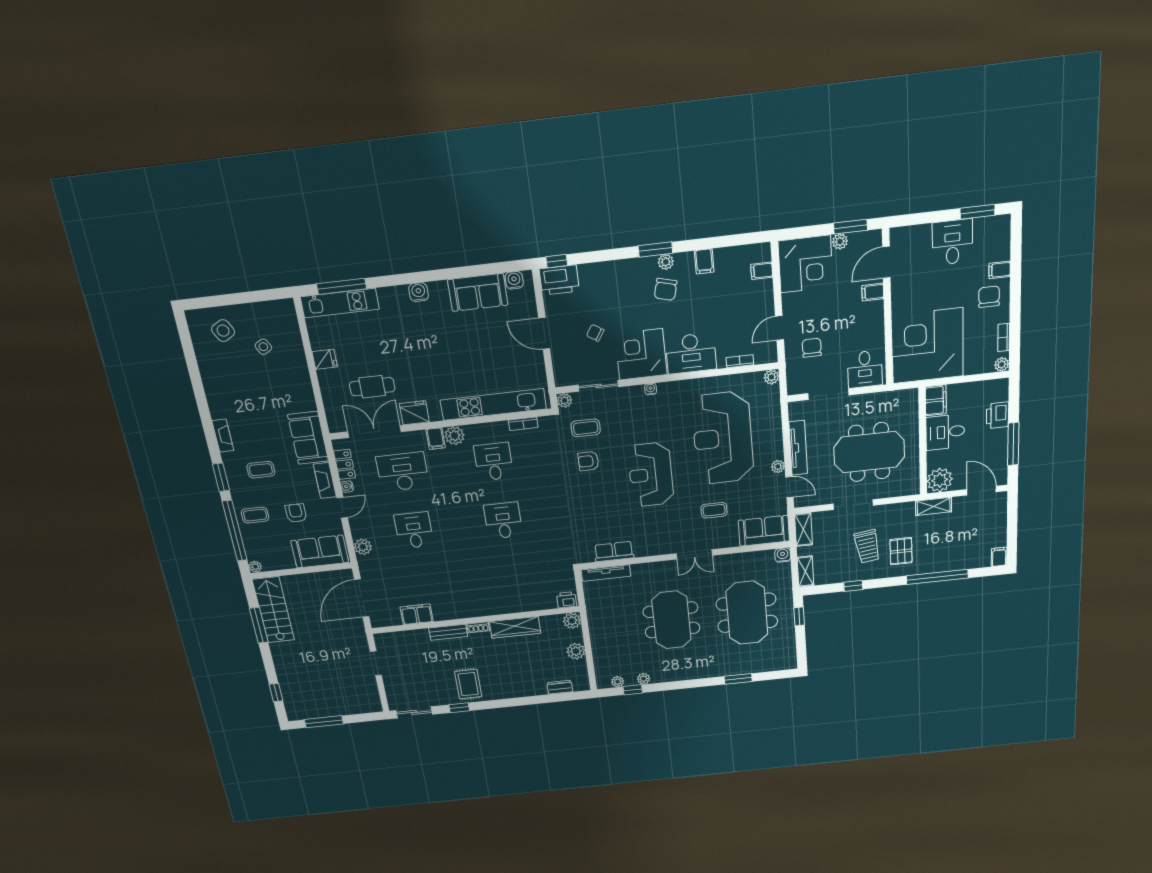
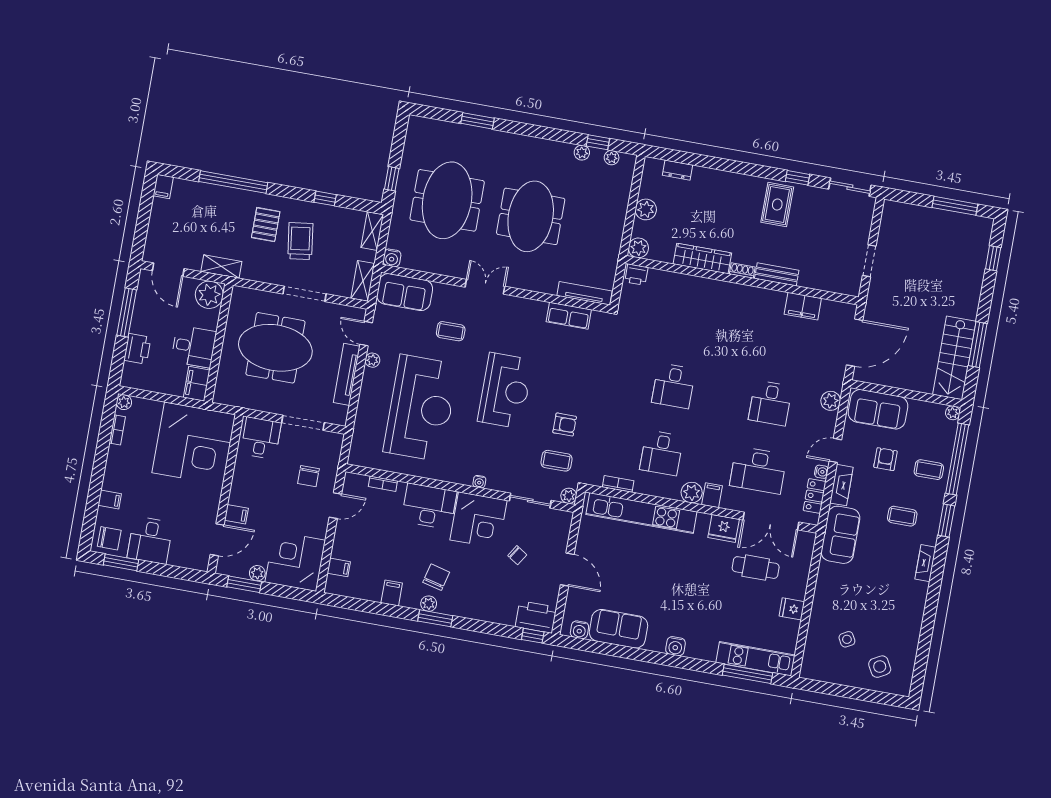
chair: (989, 297) -> (109, 538), moved, turned -90
plant: (771, 377) -> (356, 458), removed
armchair: (296, 513) -> (885, 459), turned 180

